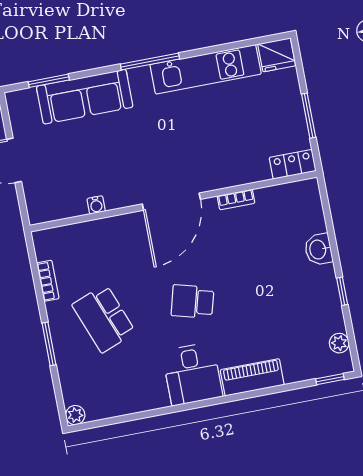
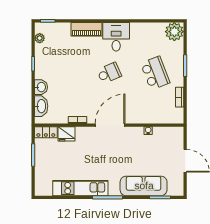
fridge: (277, 55) -> (67, 134), moved, turned 180
washbasin: (311, 213) -> (41, 106), added
school desk: (193, 302) -> (109, 73), turned -39
plant: (75, 415) -> (174, 32), width x1.88, depth x1.88

